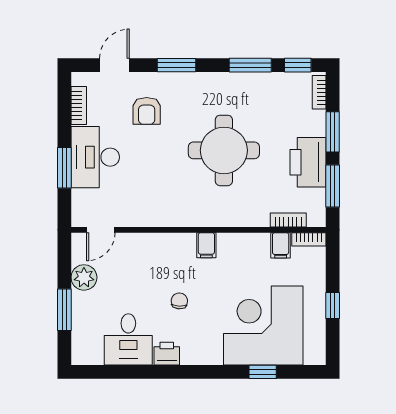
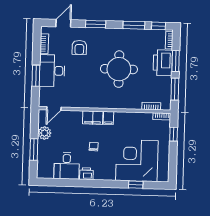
printer: (308, 162) -> (163, 63), moved
filing cabinet: (281, 245) -> (93, 118), moved, width x2.00
window: (333, 305) -> (174, 134), moved

